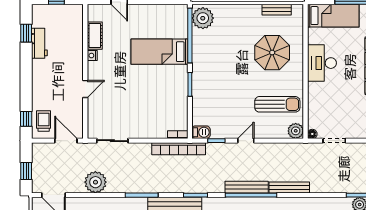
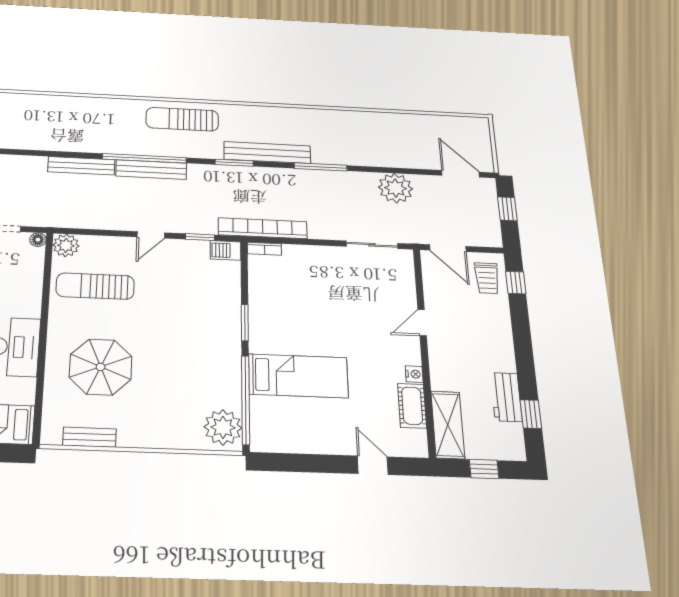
shelving: (75, 25) -> (448, 425), added

